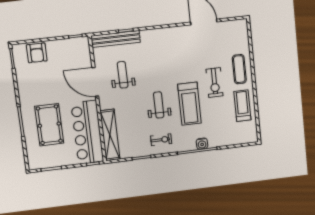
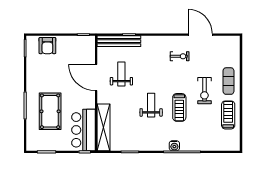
treadmill: (189, 104) -> (179, 107), width x0.73, depth x0.73
bar counter: (87, 132) -> (83, 130), width x0.73
exercise bike: (161, 140) -> (180, 56), moved
water cooler: (202, 144) -> (174, 146), moved

